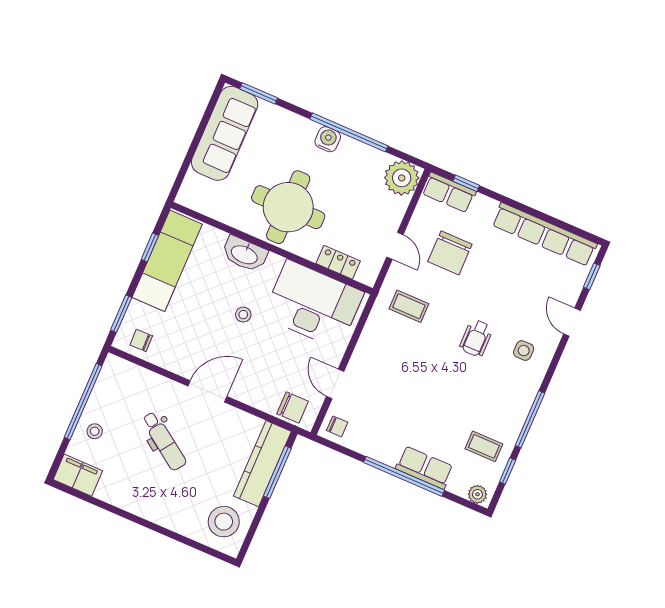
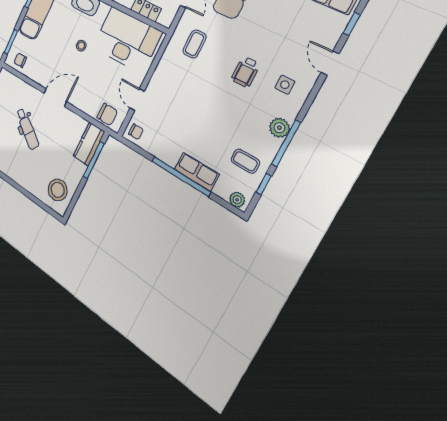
coffee table: (409, 306) -> (194, 44), turned 90
plant: (521, 402) -> (279, 128), added
kitchen counter: (262, 464) -> (89, 144), width x0.67

